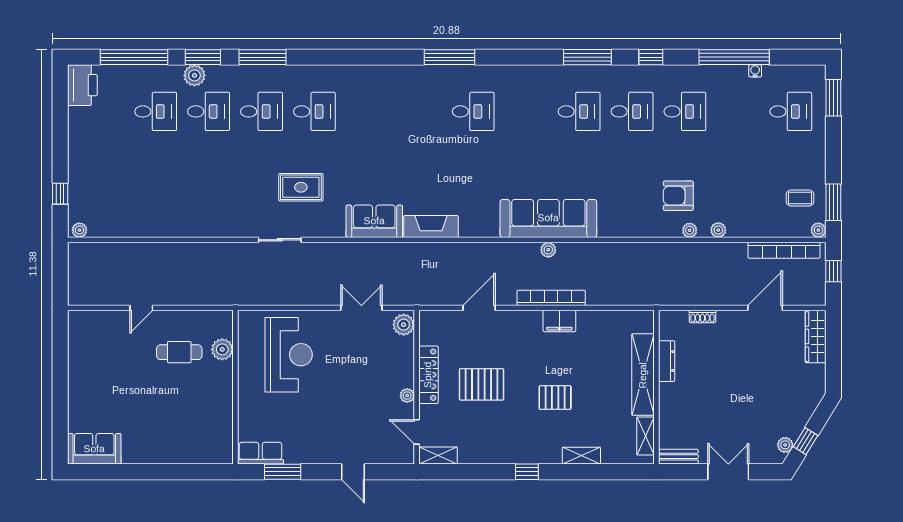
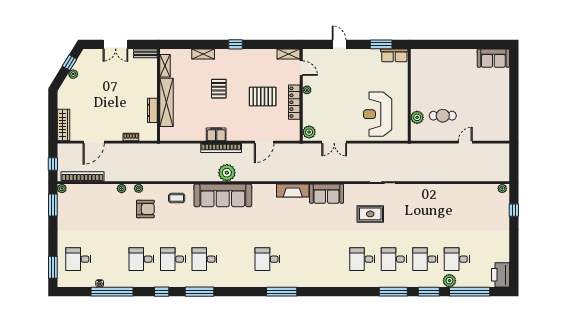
plant: (194, 75) -> (449, 281), moved
coffee table: (800, 198) -> (177, 198), moved
plant: (548, 250) -> (227, 173), width x1.88, depth x1.88
pallet: (555, 398) -> (219, 89), turned 90
plant: (785, 445) -> (73, 74), moved

